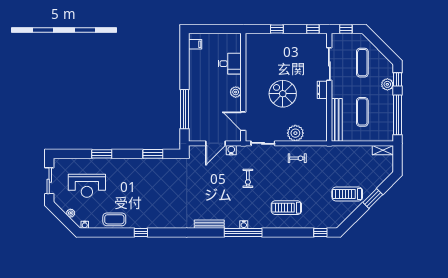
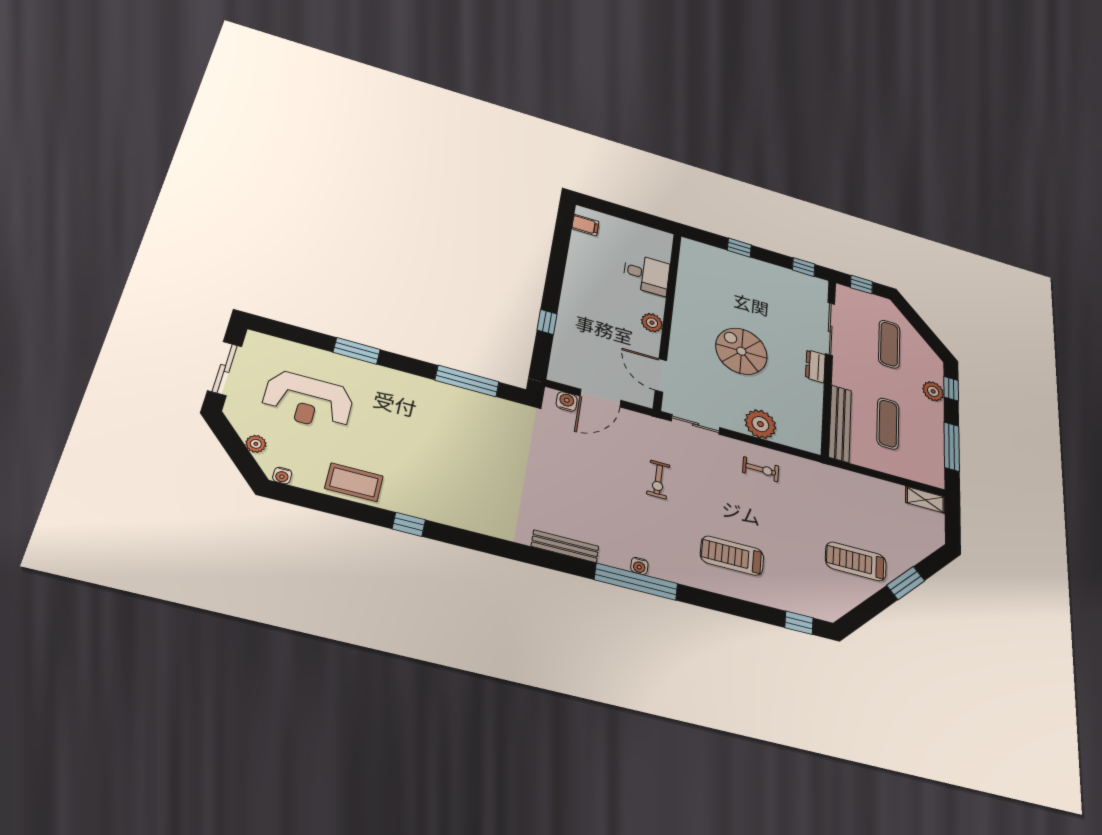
window: (185, 109) -> (547, 322), width x0.32
window: (397, 115) -> (952, 447), width x0.68
water cooler: (231, 150) -> (567, 402), moved
window: (153, 154) -> (467, 381), width x1.44

